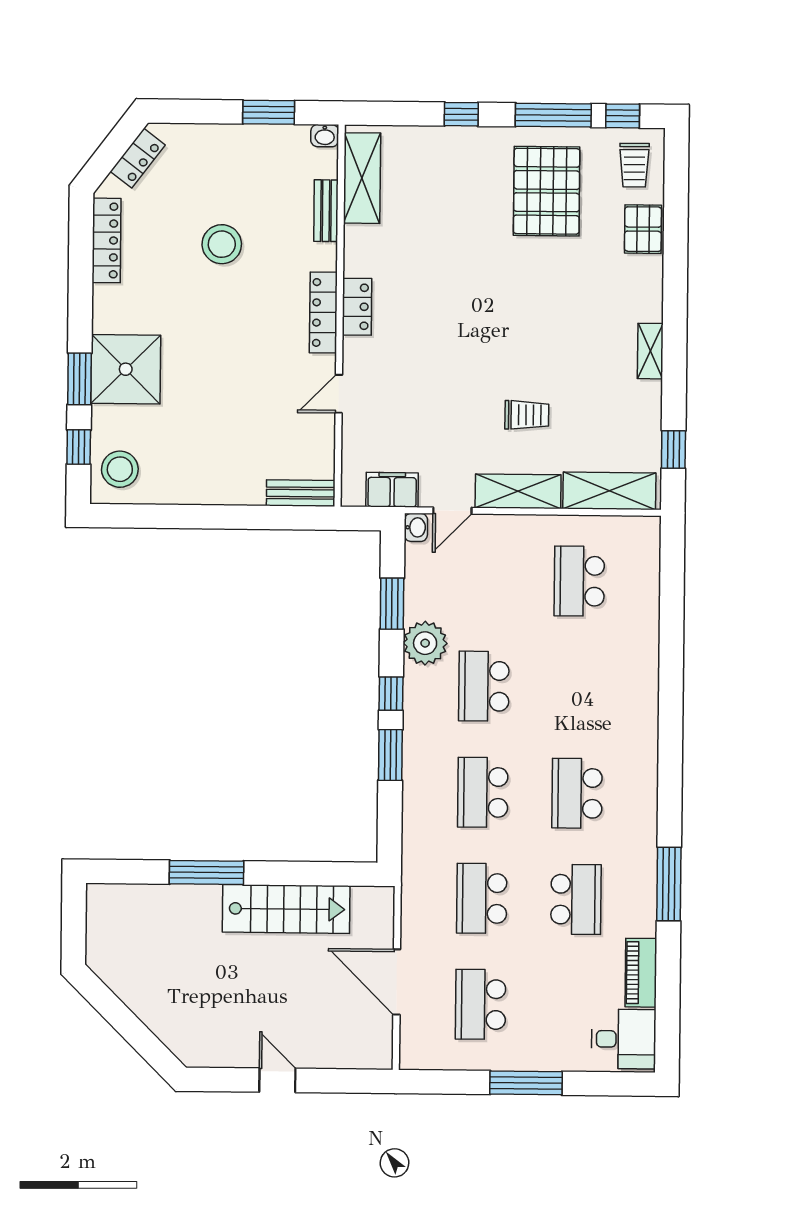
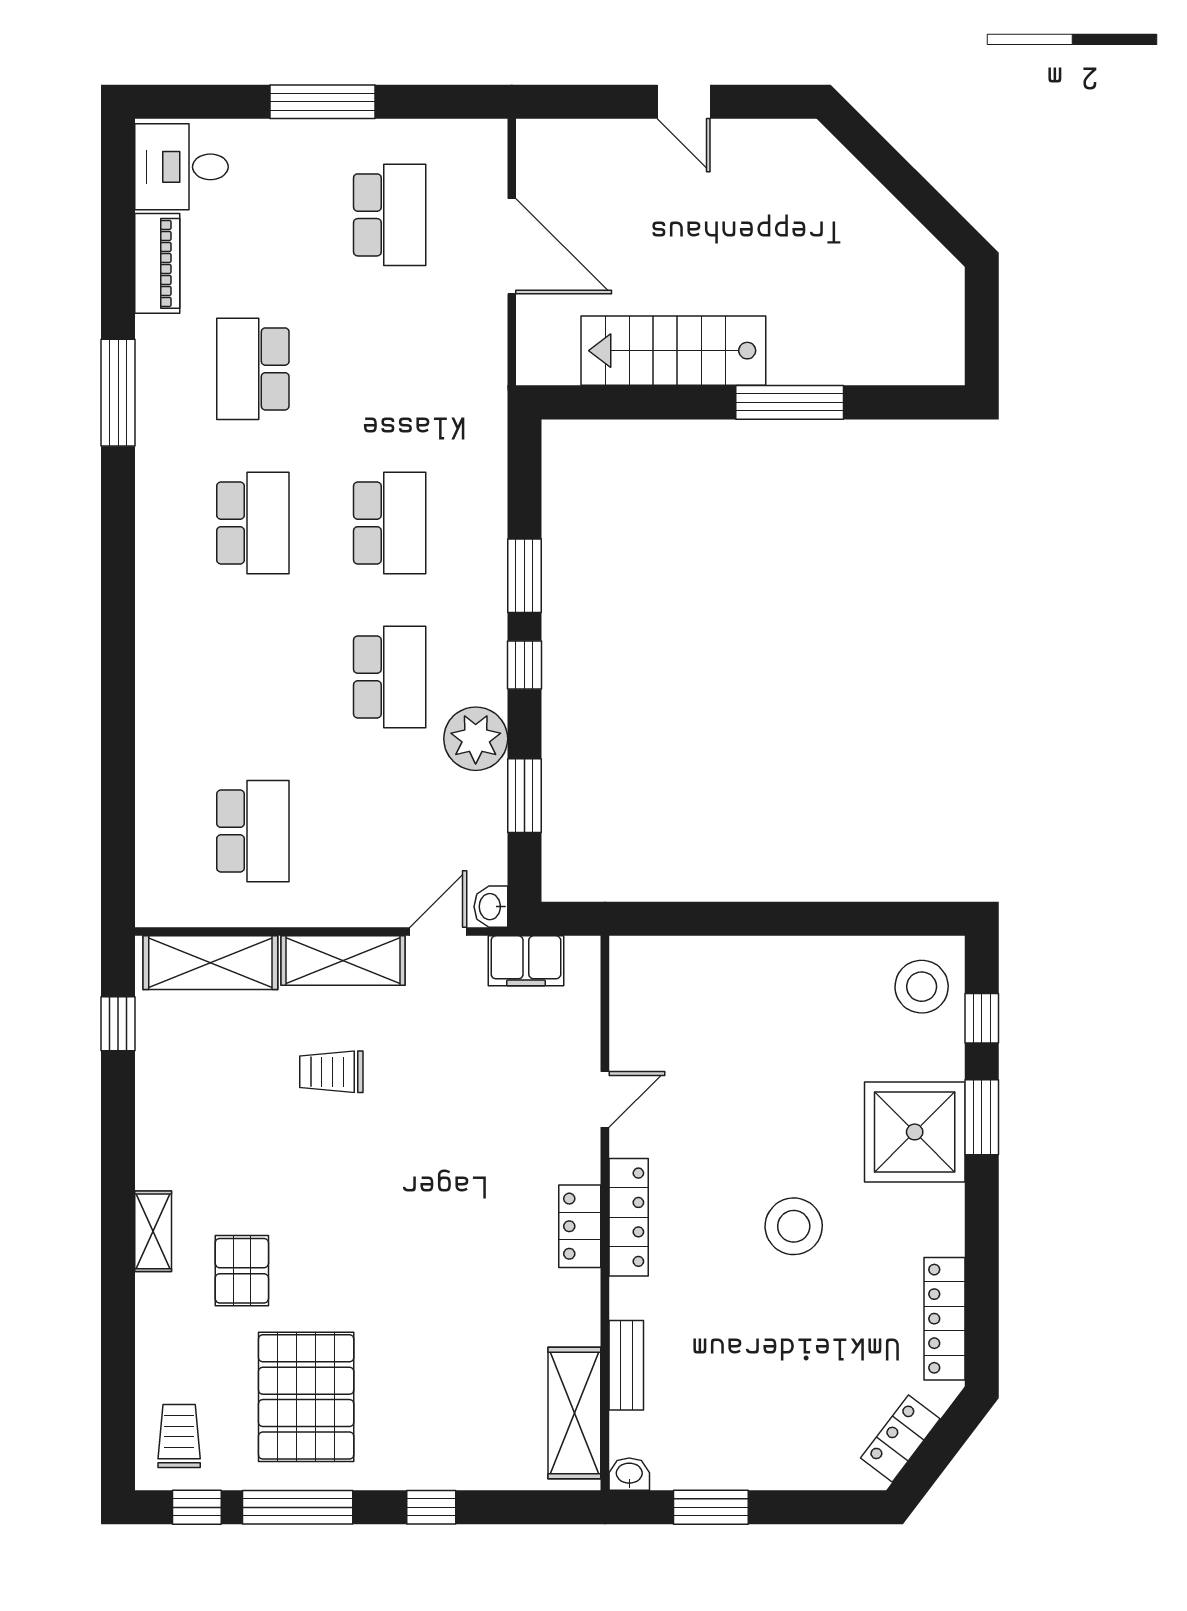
pallet: (643, 229) -> (242, 1271), moved
stool: (222, 244) -> (794, 1226), moved
shelving: (650, 351) -> (153, 1231), moved
bench: (301, 493) -> (659, 955), removed
school desk: (482, 898) -> (390, 369), removed

